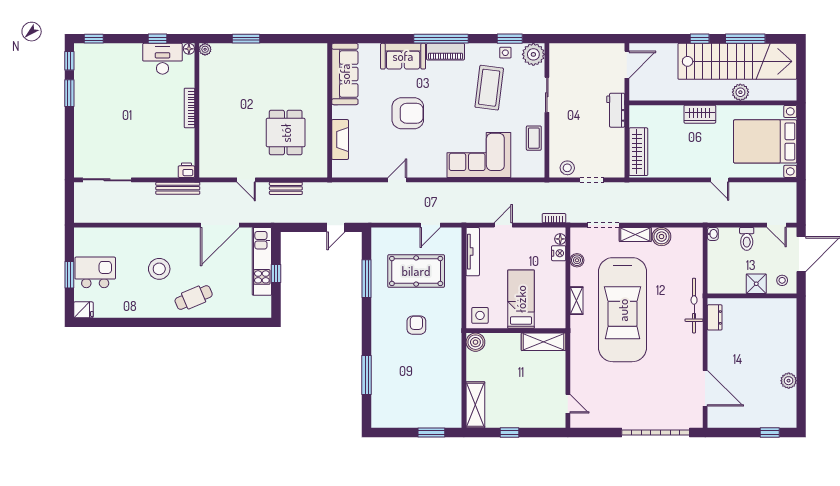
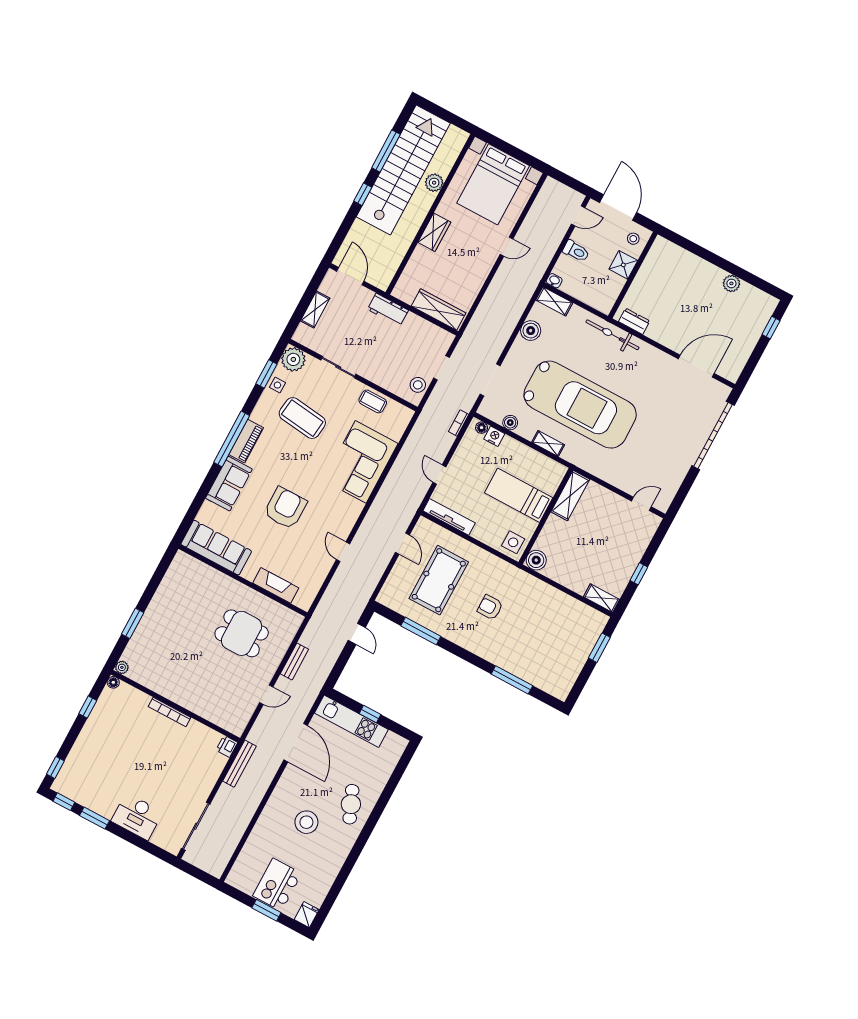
shelving: (584, 50) -> (315, 310), added
desk: (163, 59) -> (137, 816), moved, turned -90
shelving: (635, 234) -> (554, 301), moved, turned 90
shelving: (475, 405) -> (602, 598), width x0.67, depth x0.75

